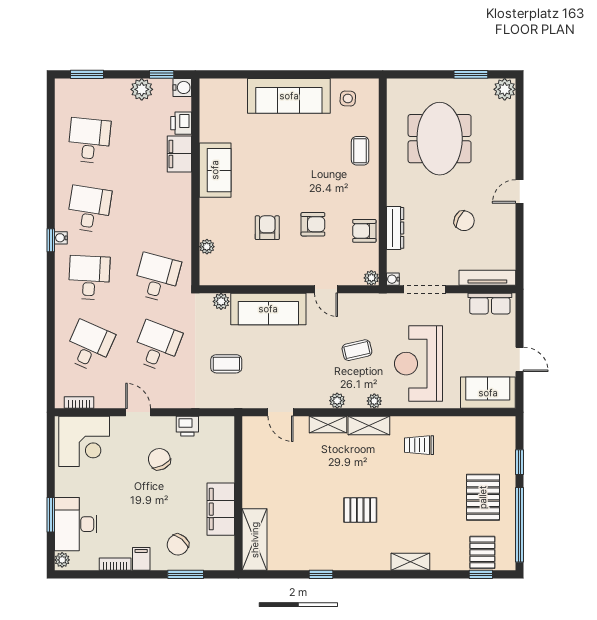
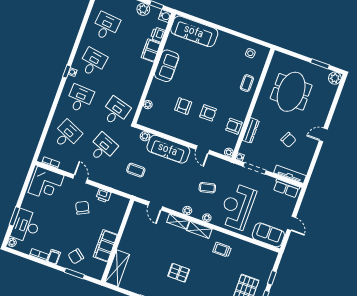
sofa: (289, 96) -> (194, 31), moved

